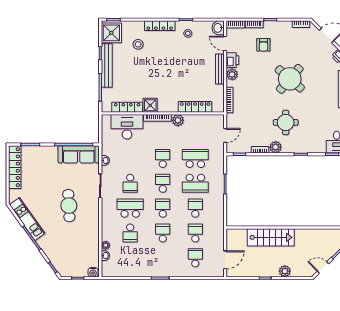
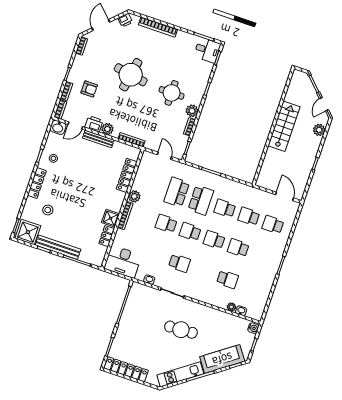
round table: (290, 79) -> (131, 75), turned -31
locker: (127, 107) -> (107, 236), width x0.66
desk: (127, 127) -> (123, 262), moved, turned -90
sofa: (79, 154) -> (222, 359), moved, turned -126
school desk: (130, 208) -> (203, 271), removed
stairs: (271, 237) -> (284, 126), moved
plant: (285, 271) -> (319, 130), moved

